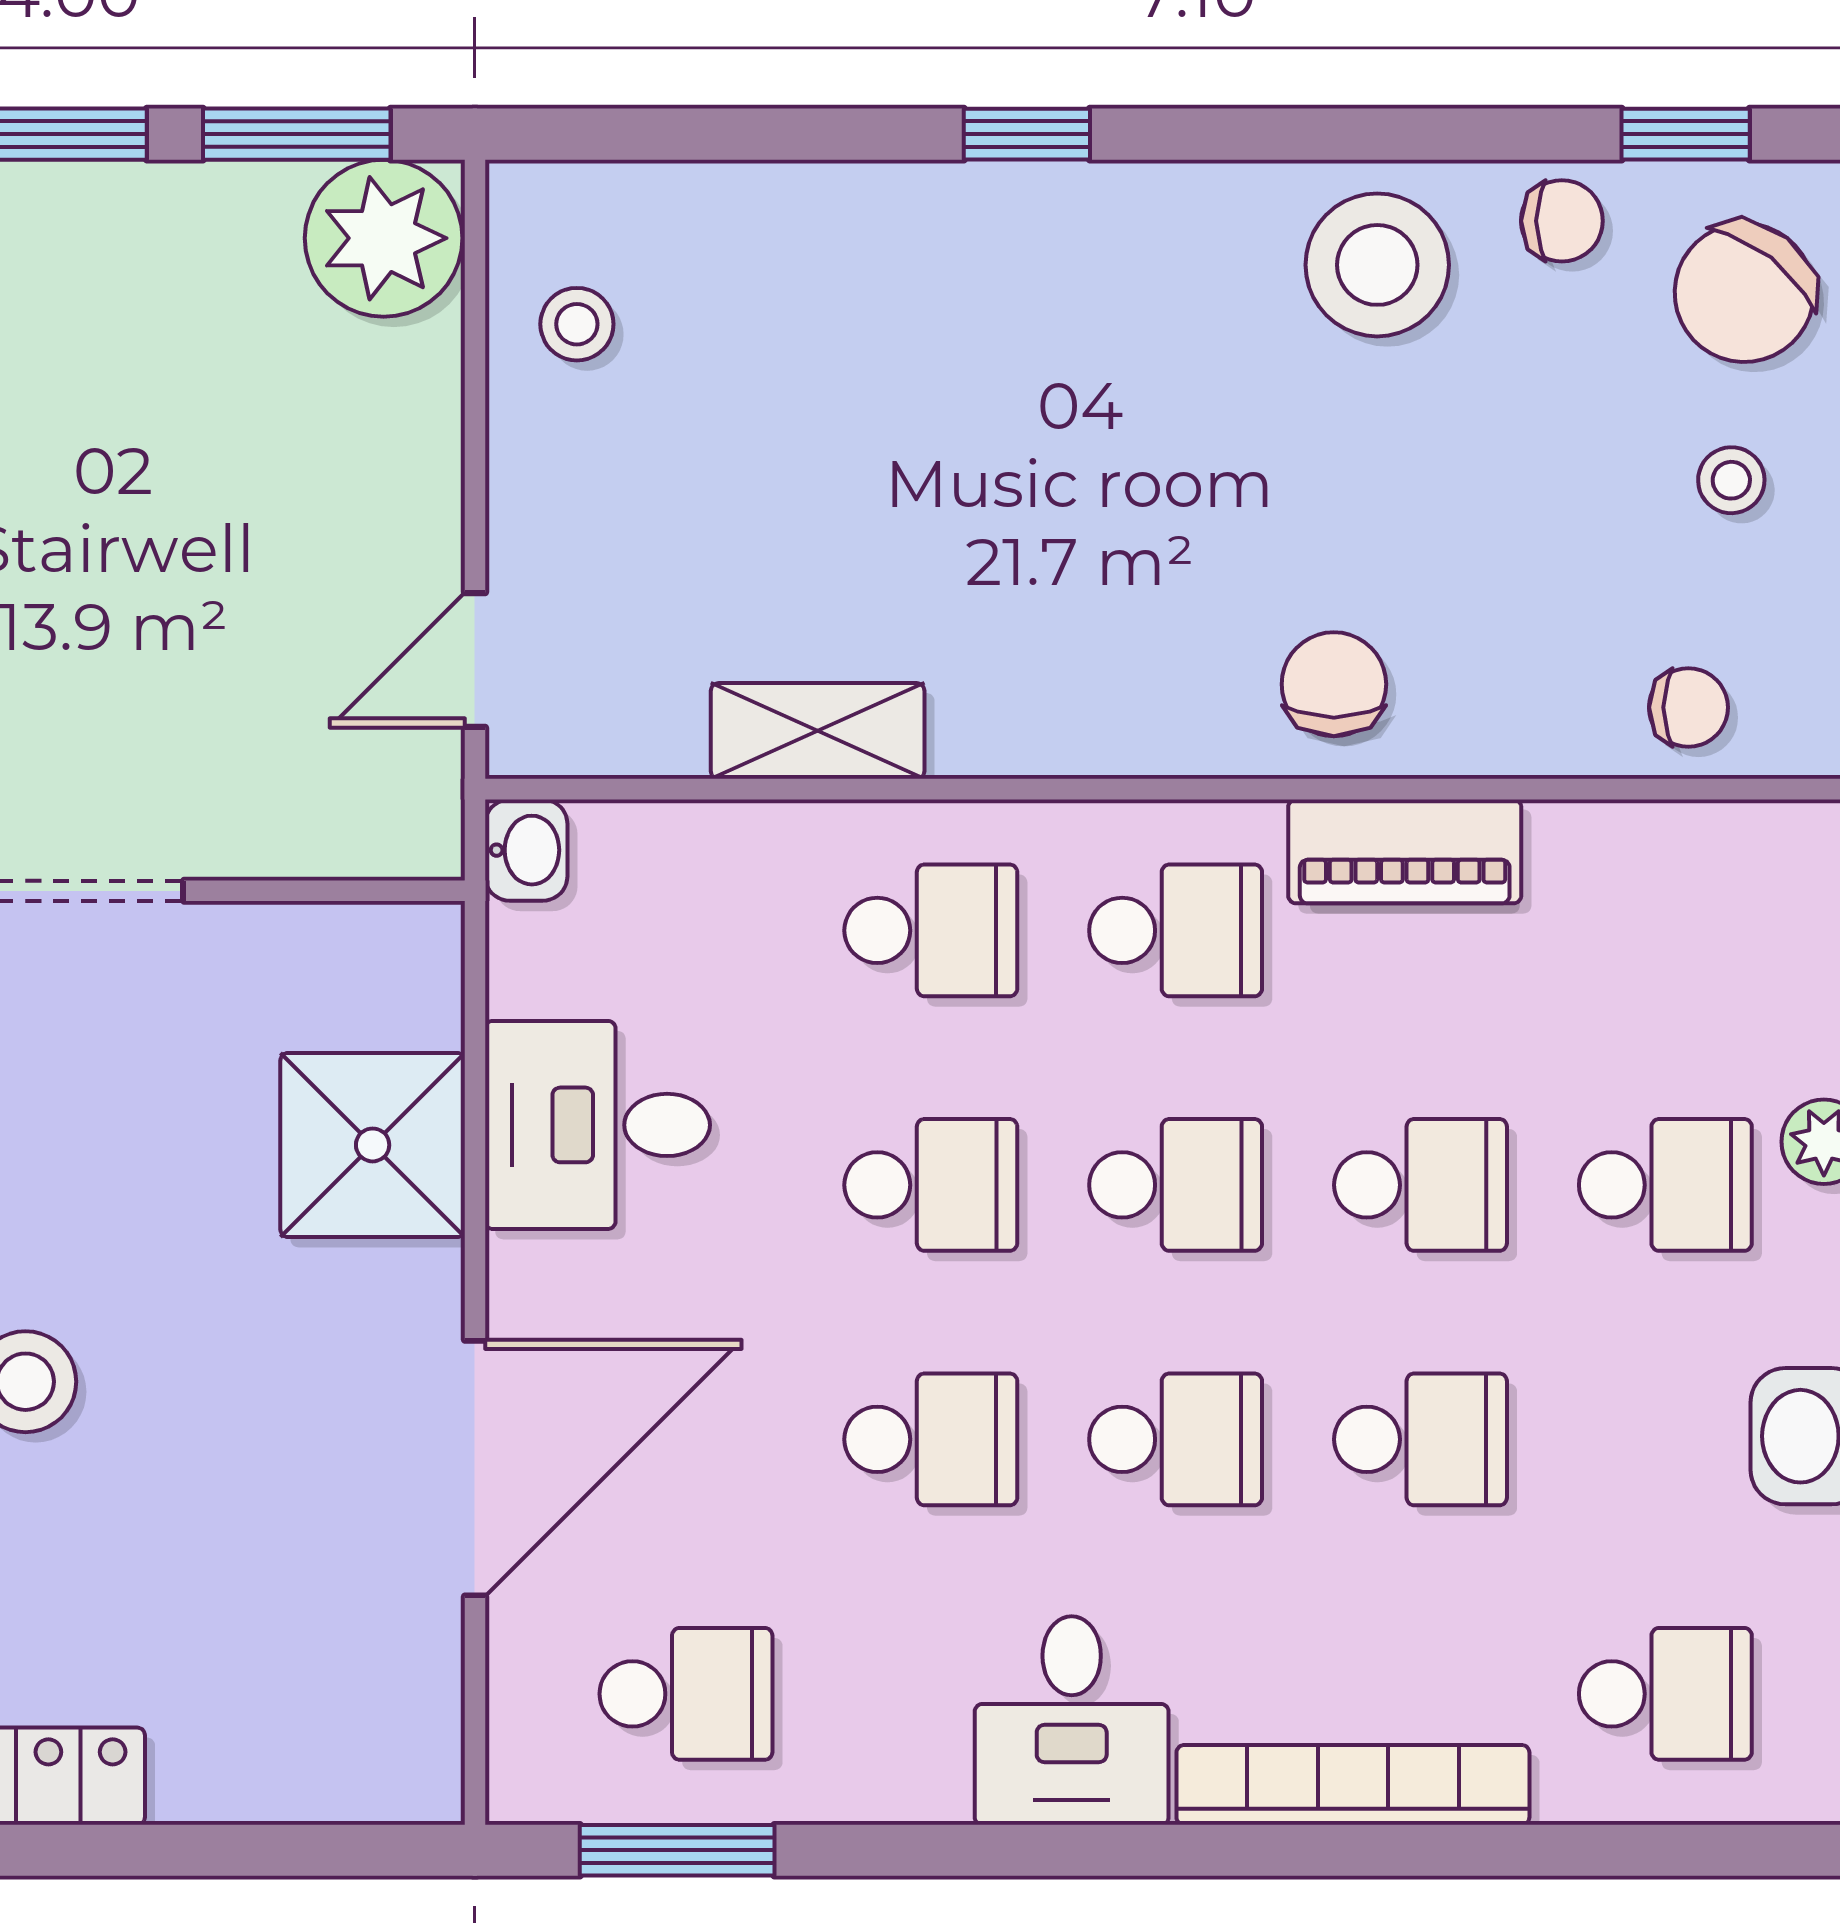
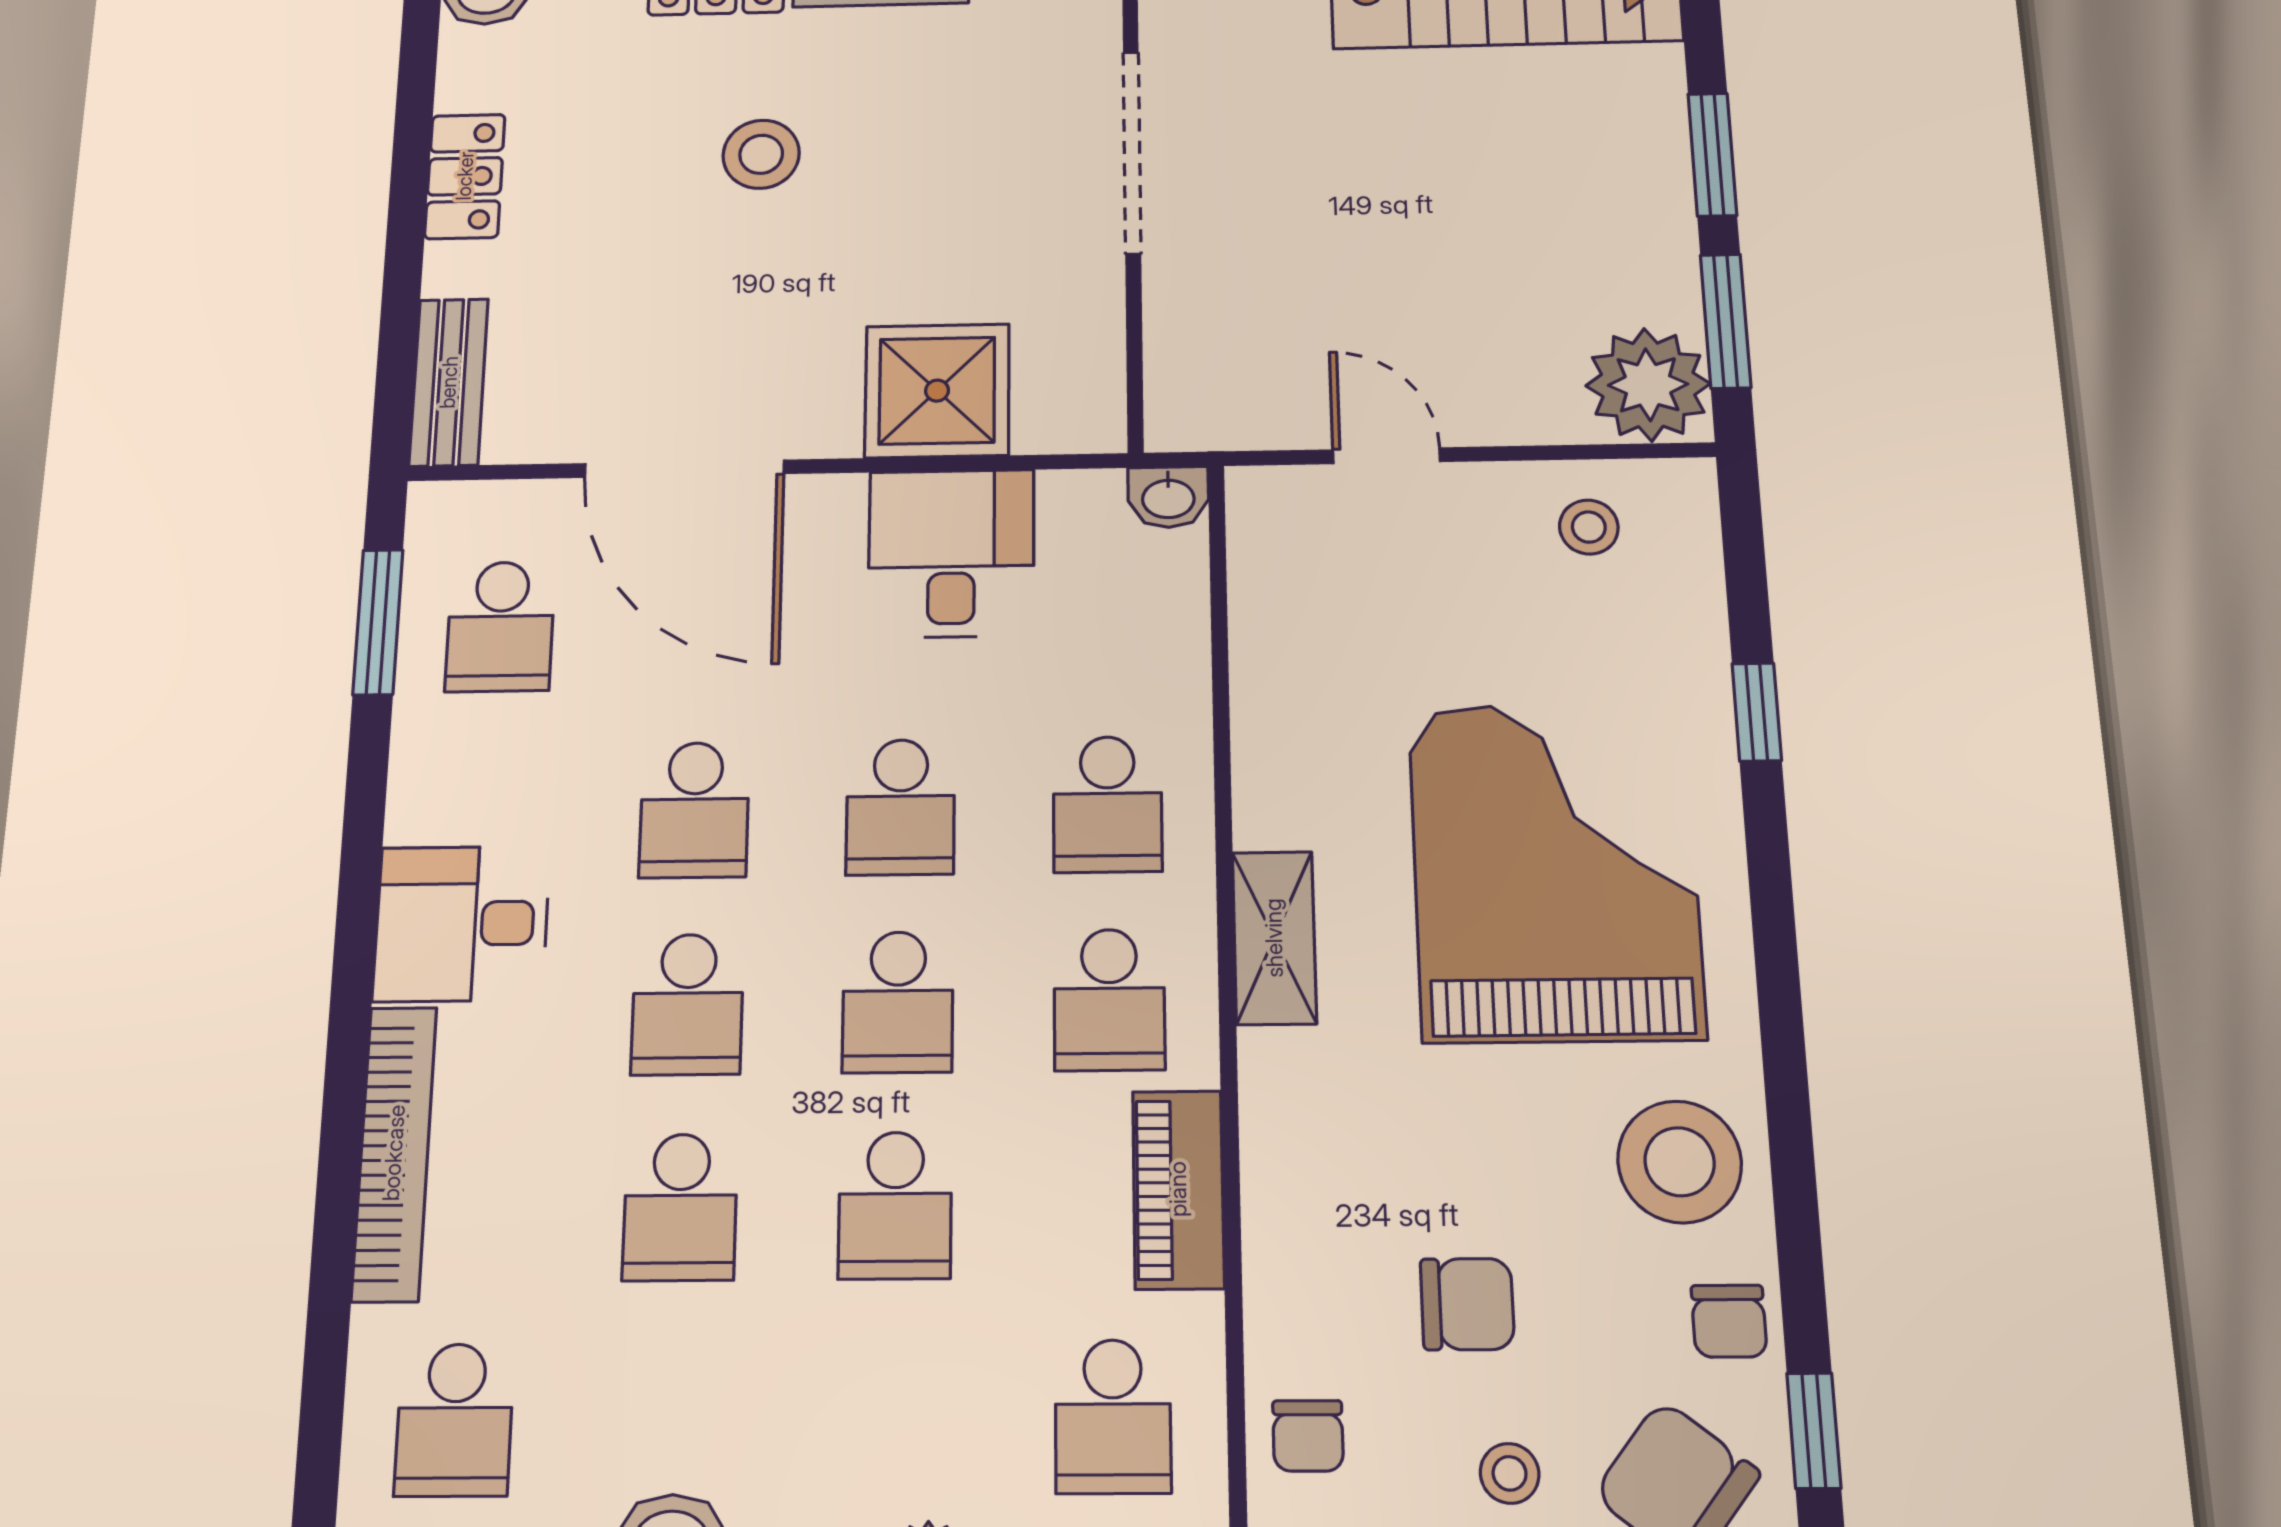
window: (1027, 134) -> (1757, 712), moved
grand piano: (1023, 390) -> (1555, 871), added
door: (475, 660) -> (1386, 456), moved
chair: (1334, 684) -> (1467, 1304), moved
shelving: (818, 731) -> (1274, 938), moved
school desk: (1665, 1185) -> (1113, 1416), moved
bench: (347, 1780) -> (449, 382), added

